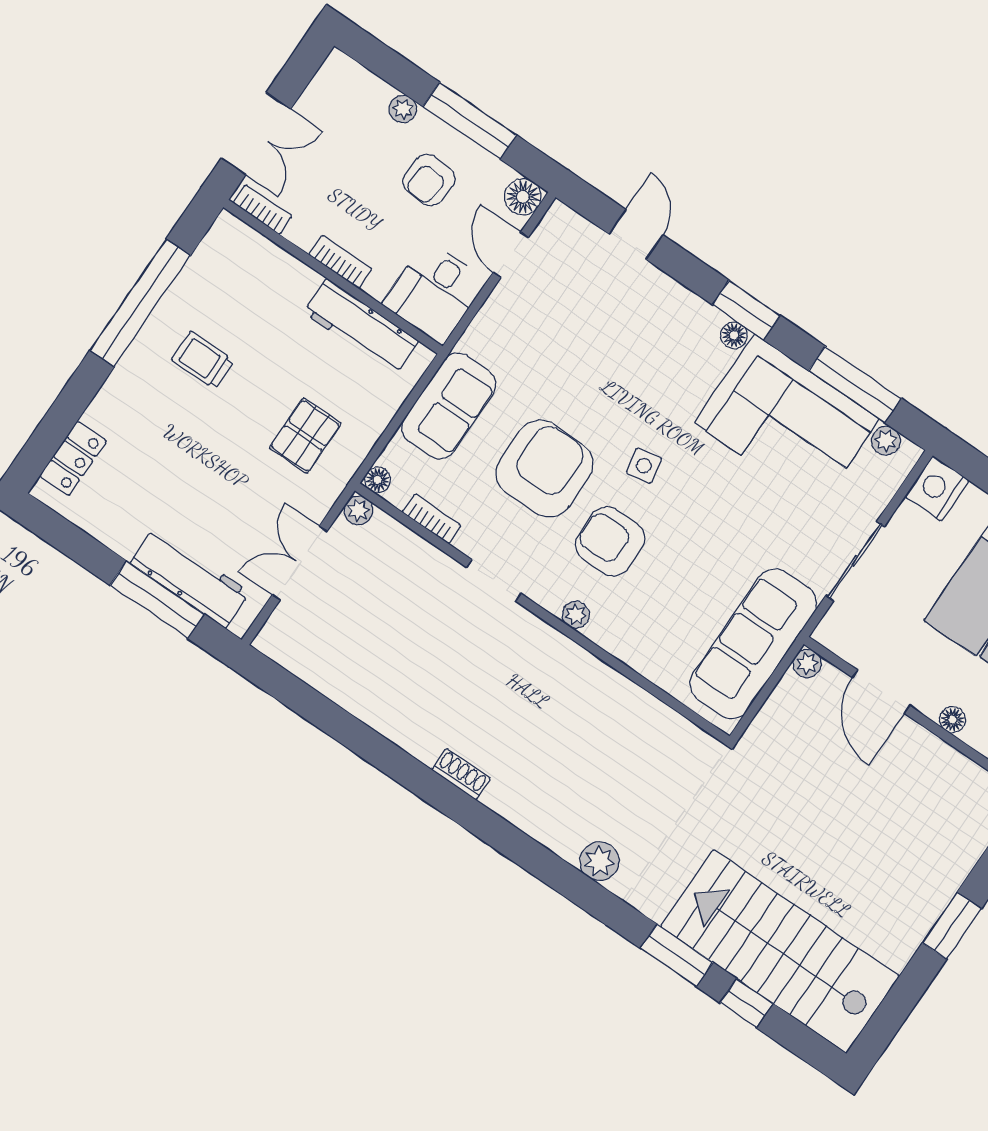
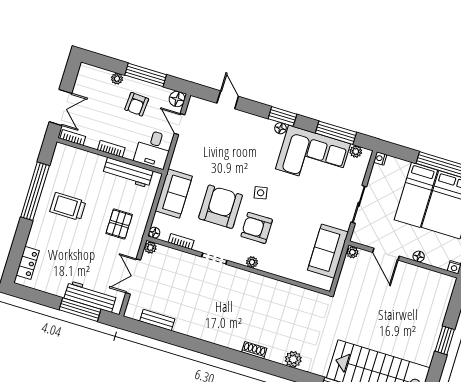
trolley: (203, 360) -> (68, 206), width x1.36, depth x1.39
nightstand: (937, 488) -> (380, 158), width x0.53, depth x0.56
sofa: (753, 644) -> (328, 251), width x0.73
bench: (323, 677) -> (157, 320), added
shoe rack: (461, 774) -> (254, 350), moved

